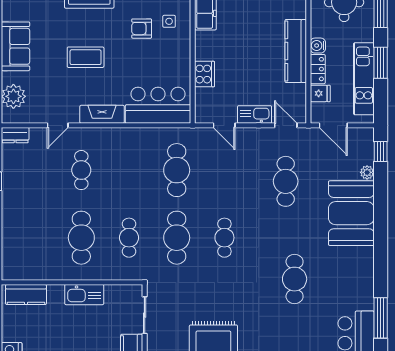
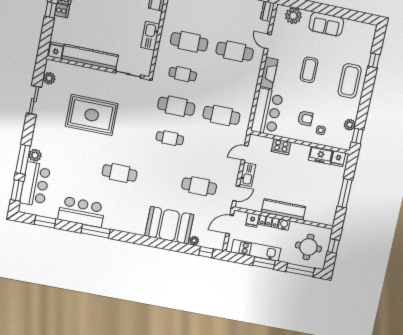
armchair: (142, 29) -> (305, 118), moved, turned 90
cafe table: (81, 170) -> (235, 51), width x1.37, depth x1.35
cafe table: (295, 279) -> (120, 173), moved

